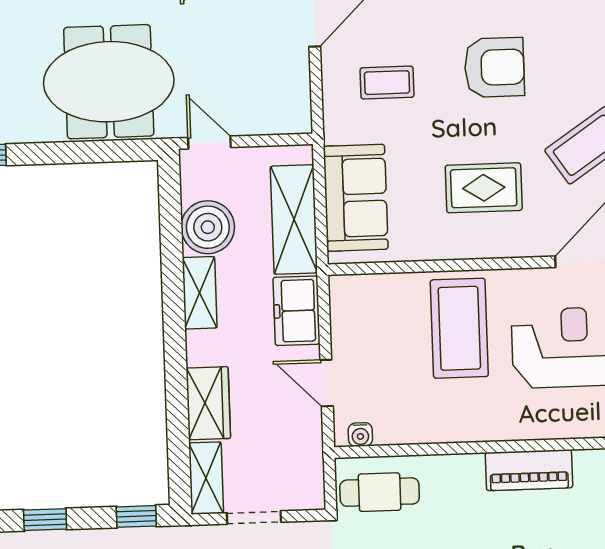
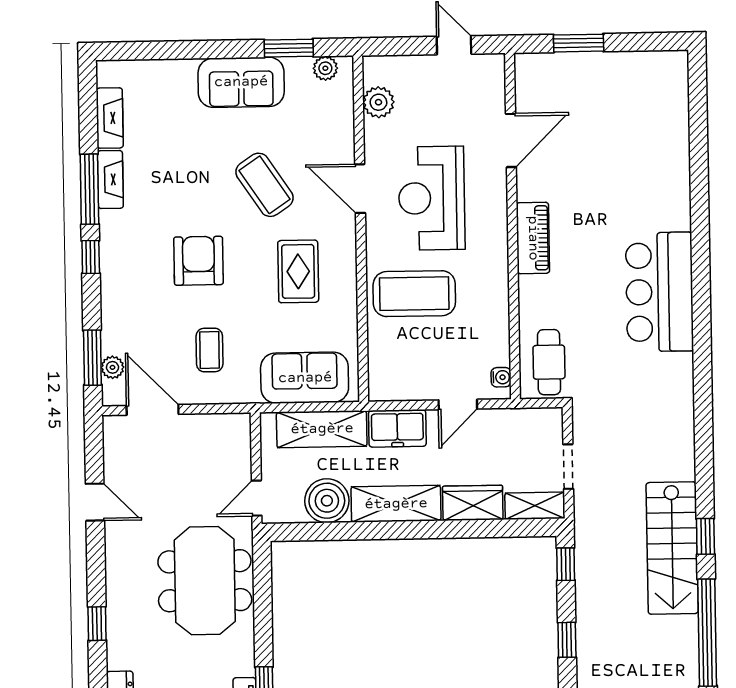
shelving: (200, 293) -> (396, 504), width x1.50, depth x1.33

